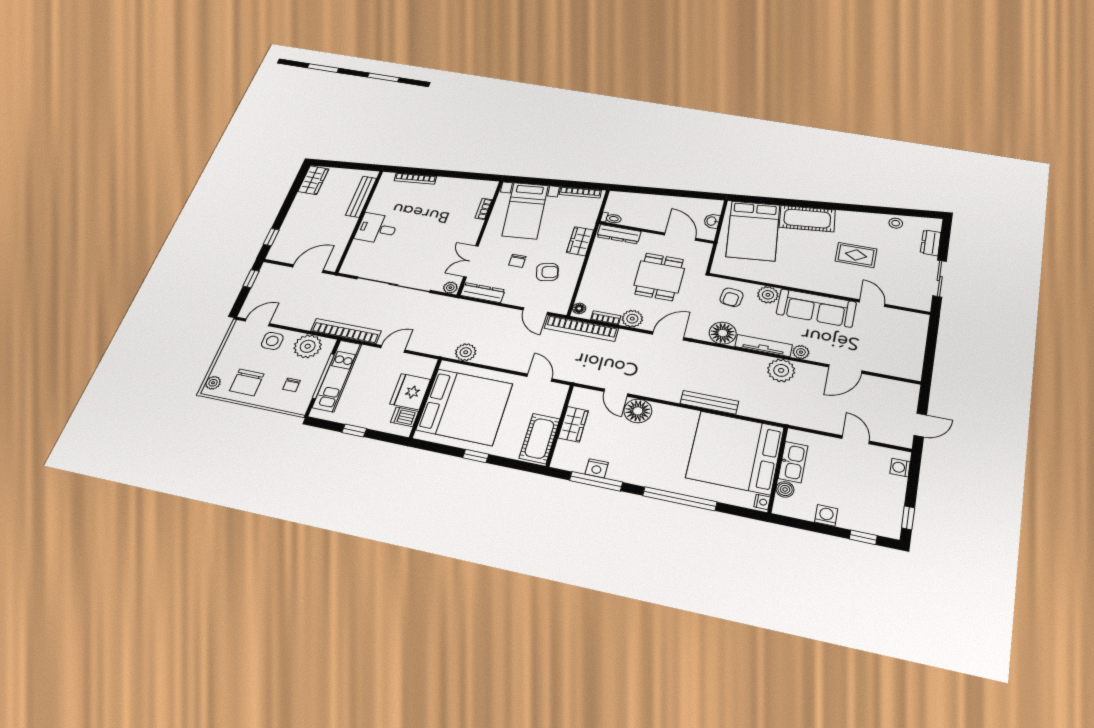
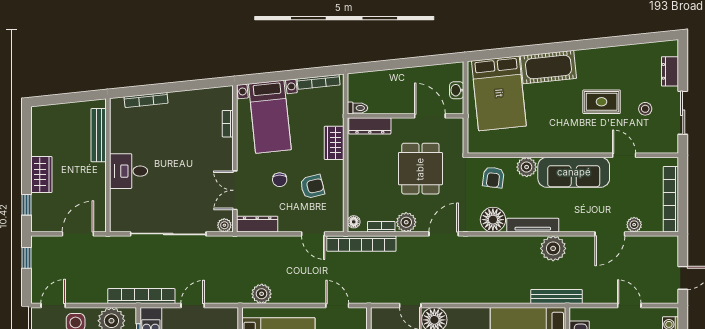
wardrobe: (313, 180) -> (41, 175), moved
stool: (896, 223) -> (645, 109), moved
bookcase: (917, 350) -> (671, 199), added
plant: (801, 352) -> (634, 225), moved
bench: (709, 402) -> (556, 297), moved

